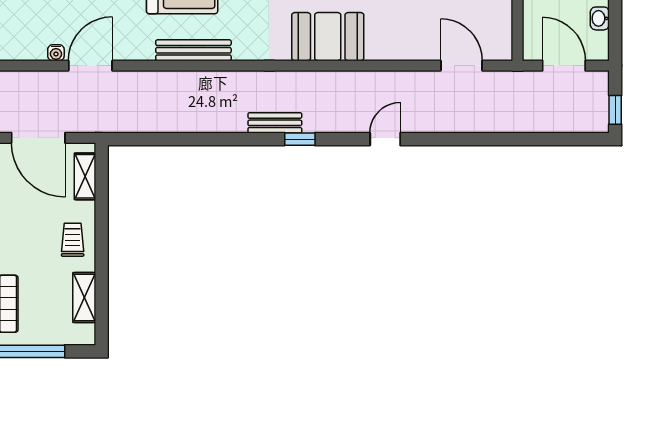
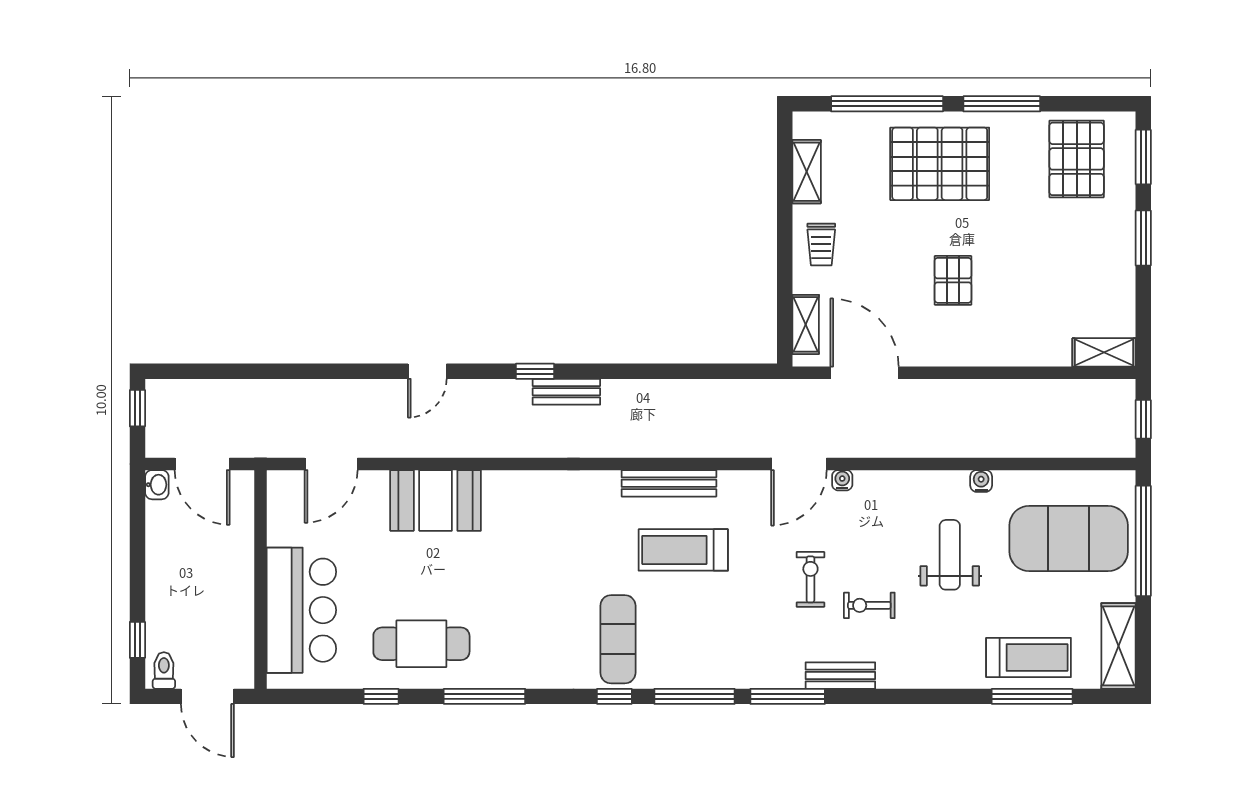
washbasin: (600, 18) -> (157, 485), moved
booth: (328, 37) -> (436, 500), moved
door: (462, 66) -> (331, 464), hinge flipped

